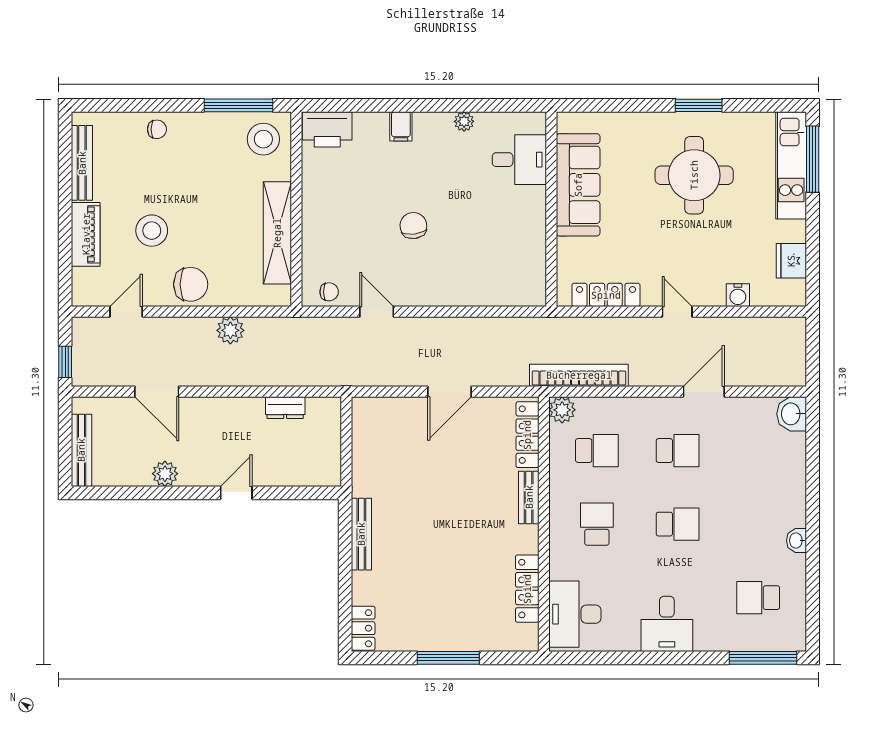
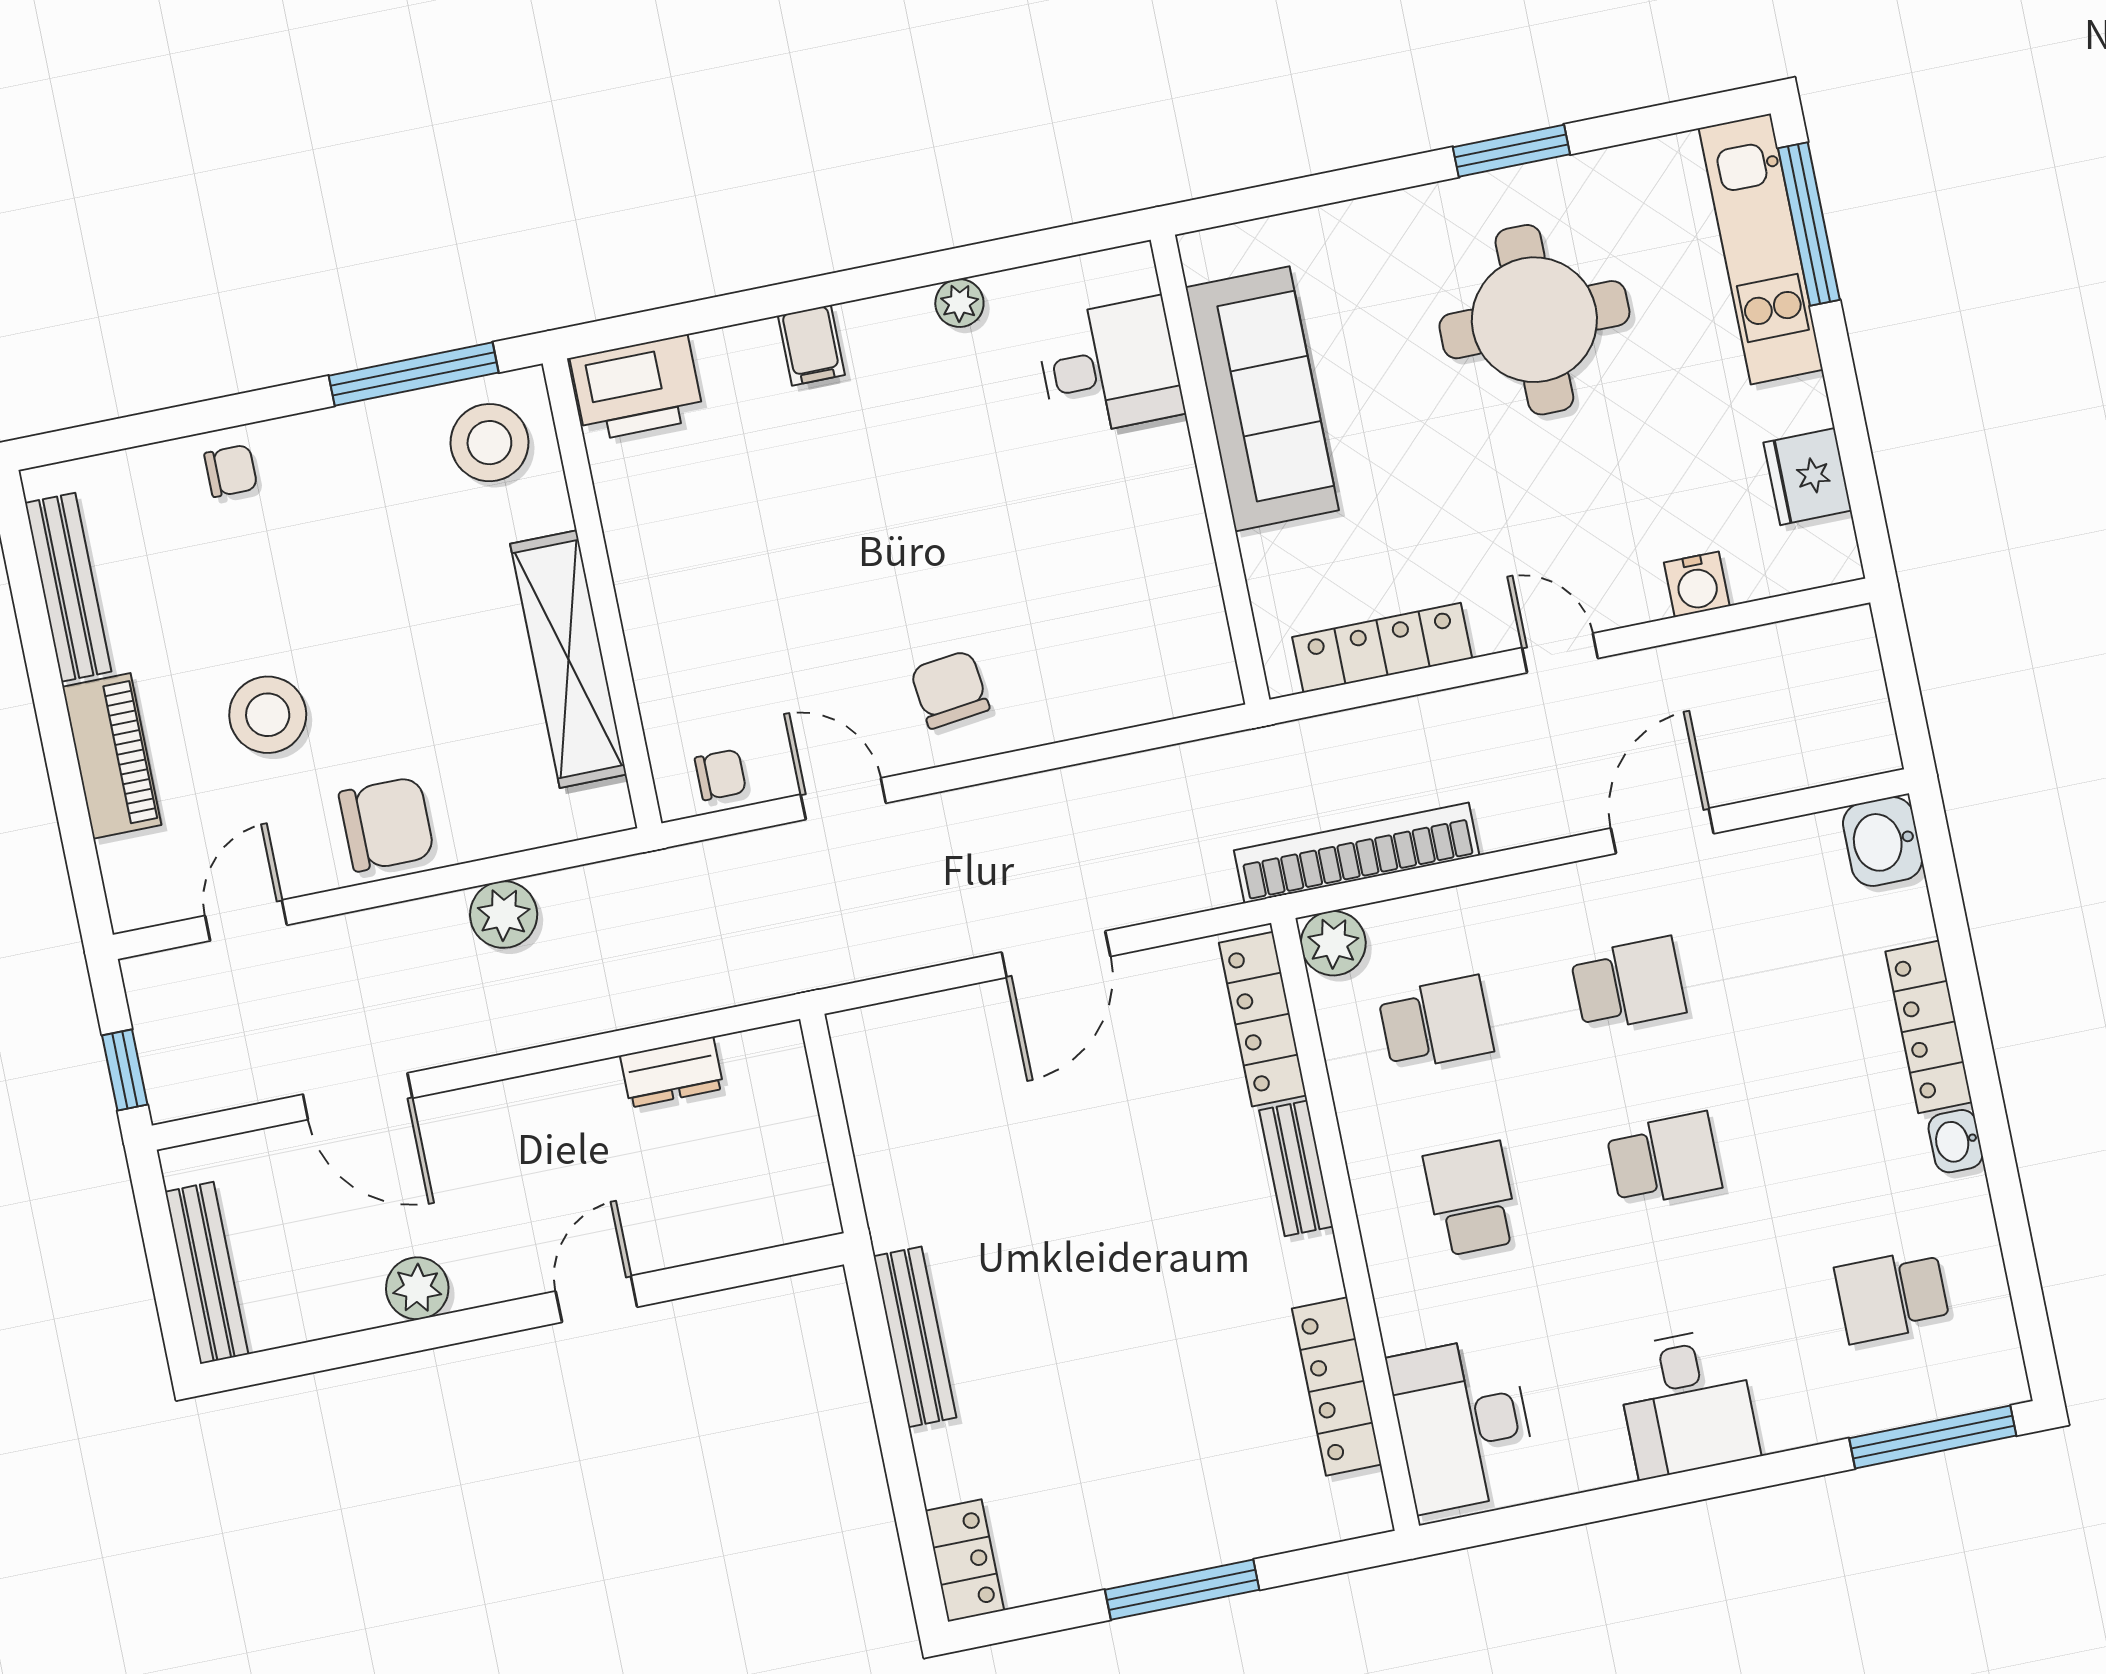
chair: (413, 226) -> (950, 689), moved
locker: (795, 492) -> (1929, 1027), added

